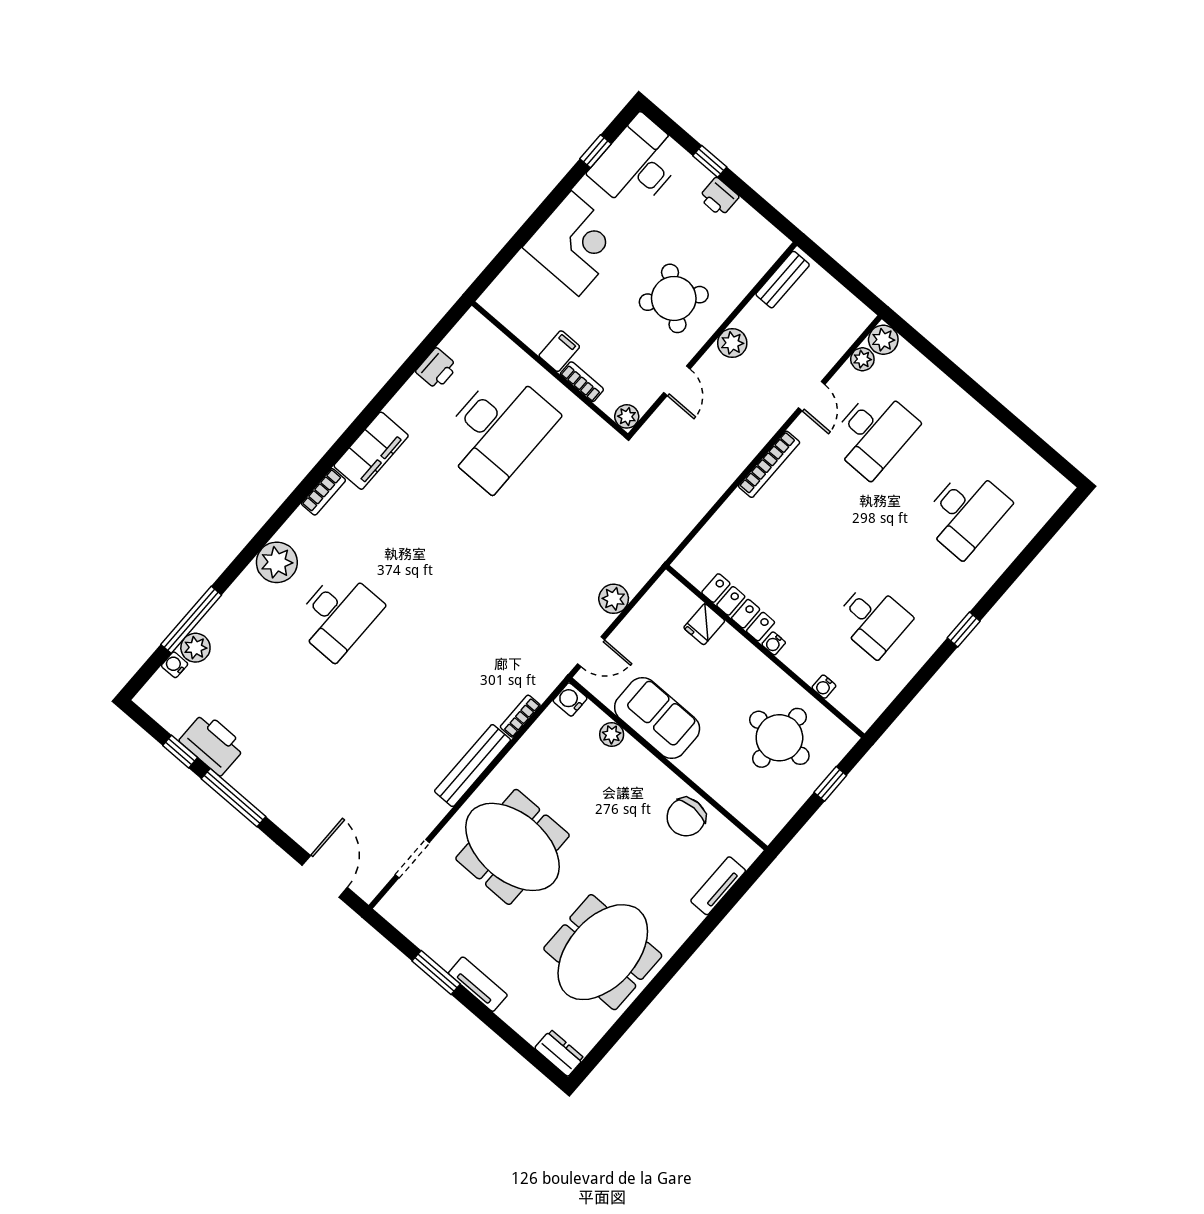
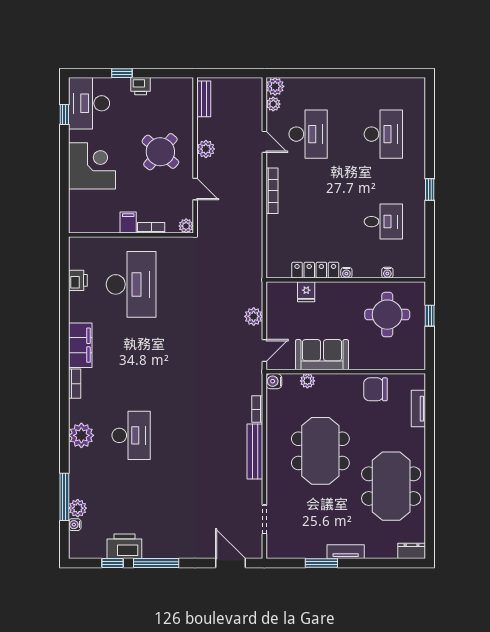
chair: (686, 817) -> (376, 389), turned 90
meeting table: (513, 847) -> (320, 451), moved, turned 90

